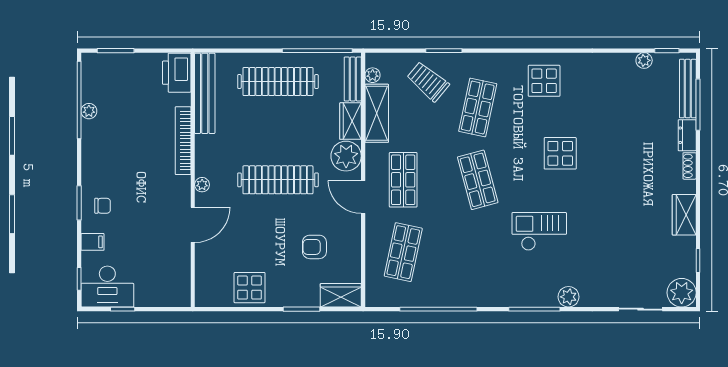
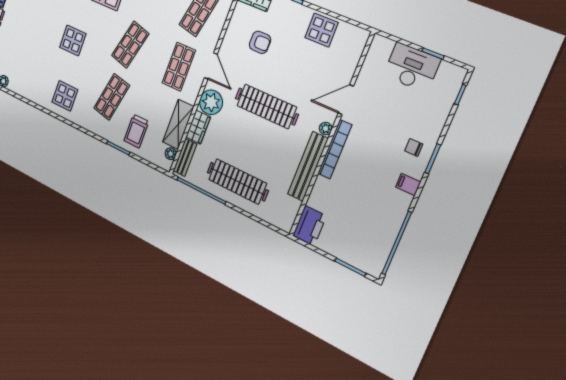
trolley: (428, 81) -> (136, 131), turned 50
bench: (205, 93) -> (308, 166), moved
plant: (89, 111) -> (392, 230), removed
bookcase: (183, 141) -> (335, 149), moved
shop shelf: (478, 180) -> (130, 45), turned 30
filing cabinet: (93, 242) -> (408, 184), moved
desk: (107, 287) -> (412, 67), moved

